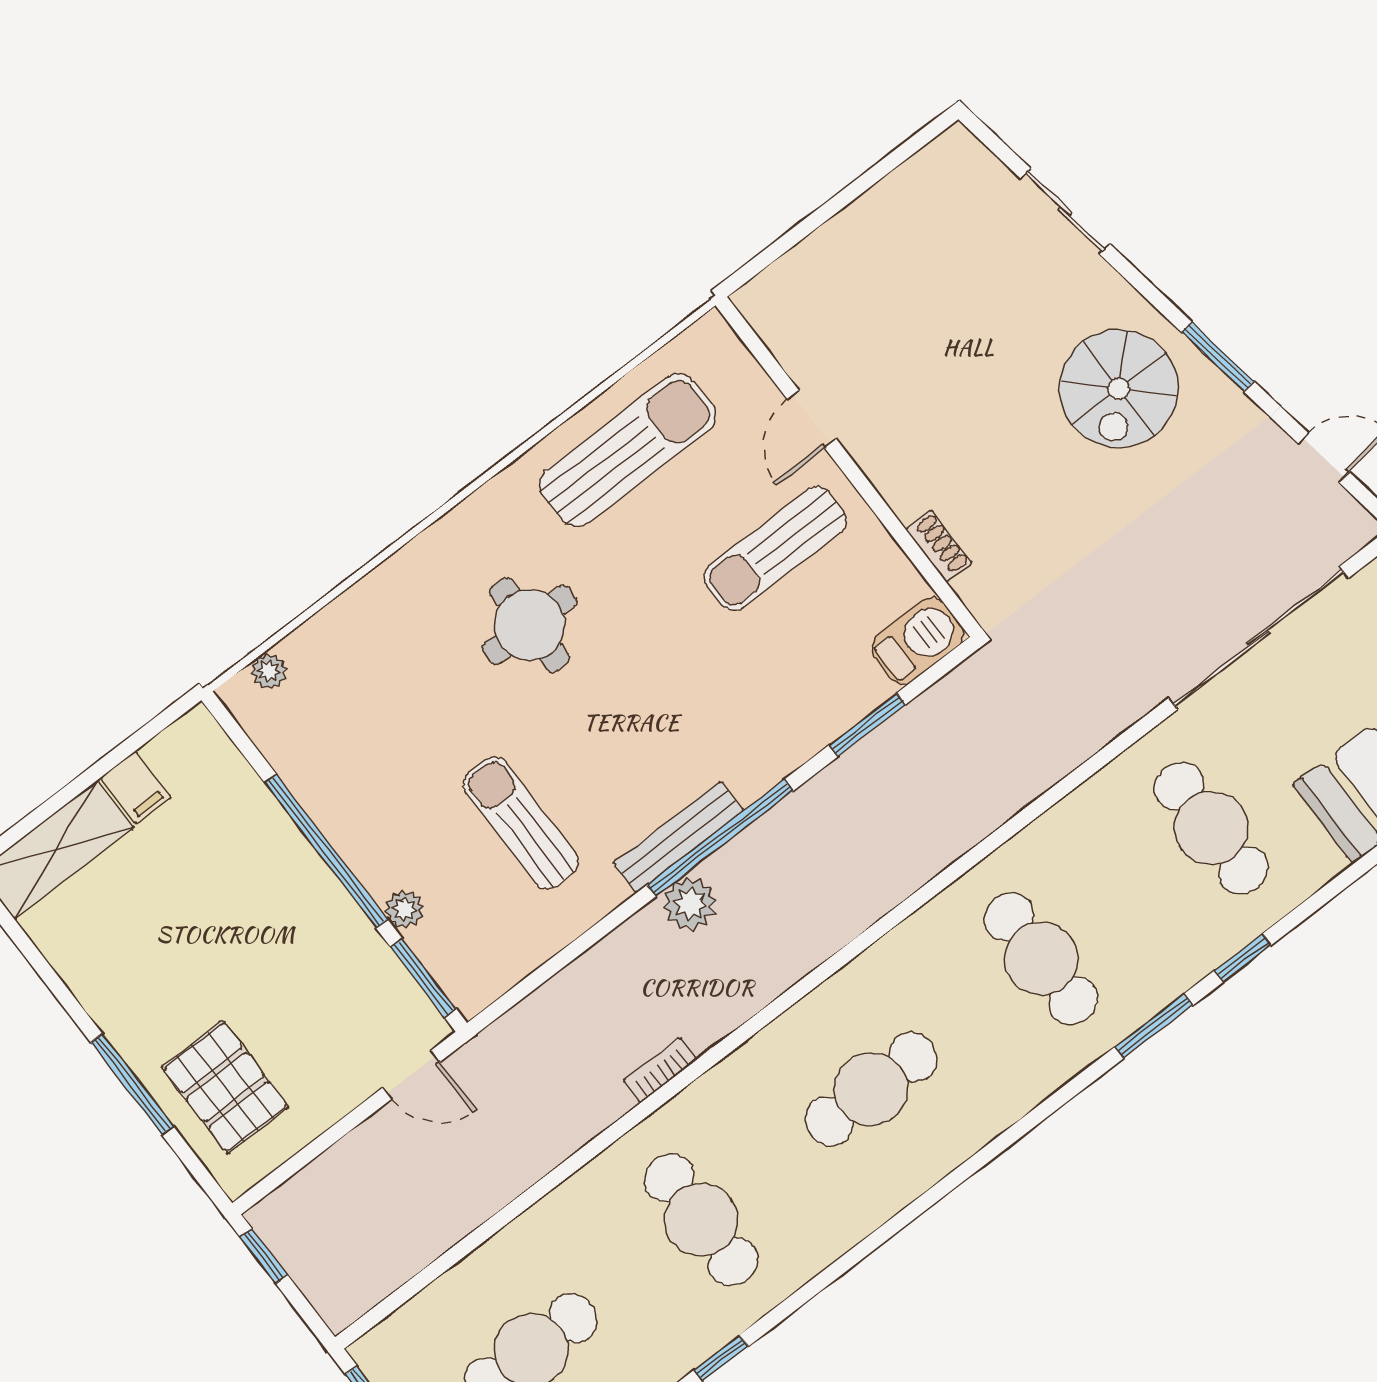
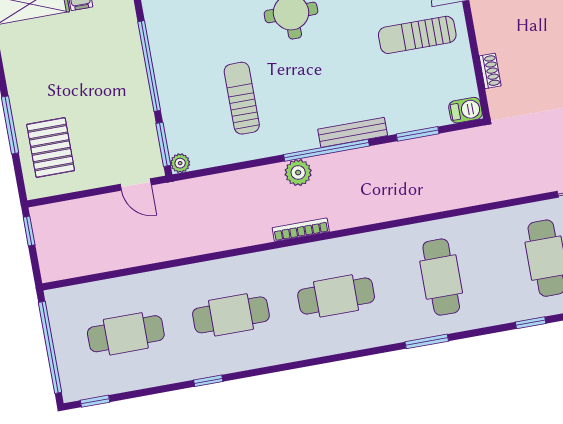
barbecue: (918, 641) -> (465, 110), width x0.73, depth x0.79
bench: (679, 837) -> (353, 132), moved
plant: (404, 909) -> (180, 163), moved
window: (1154, 1026) -> (427, 341), moved
bookcase: (660, 1070) -> (301, 230), moved, width x1.56
cafe table: (701, 1220) -> (231, 315), turned 90

